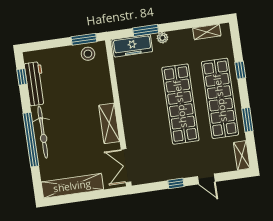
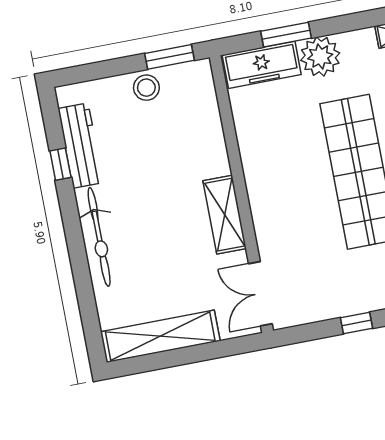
plant: (162, 38) -> (320, 57), width x1.88, depth x1.88
stool: (88, 54) -> (146, 88), moved
window: (22, 77) -> (60, 164), moved
window: (31, 140) -> (77, 252), removed

